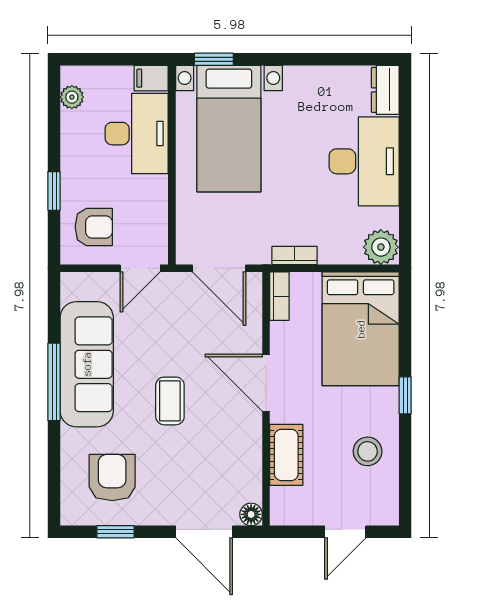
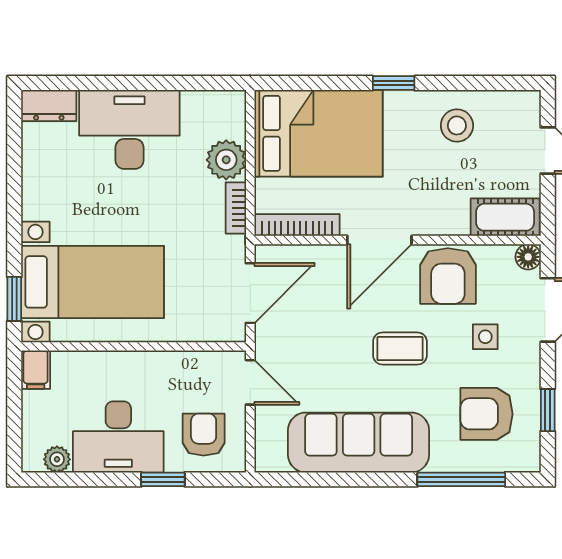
desk: (137, 134) -> (118, 437), moved, turned 180
plant: (381, 247) -> (226, 160), moved
bookcase: (279, 296) -> (297, 225), width x1.56
window: (54, 382) -> (461, 479), moved
armchair: (234, 443) -> (448, 276), added
cot: (286, 455) -> (505, 217), moved
side table: (180, 476) -> (485, 337), added

